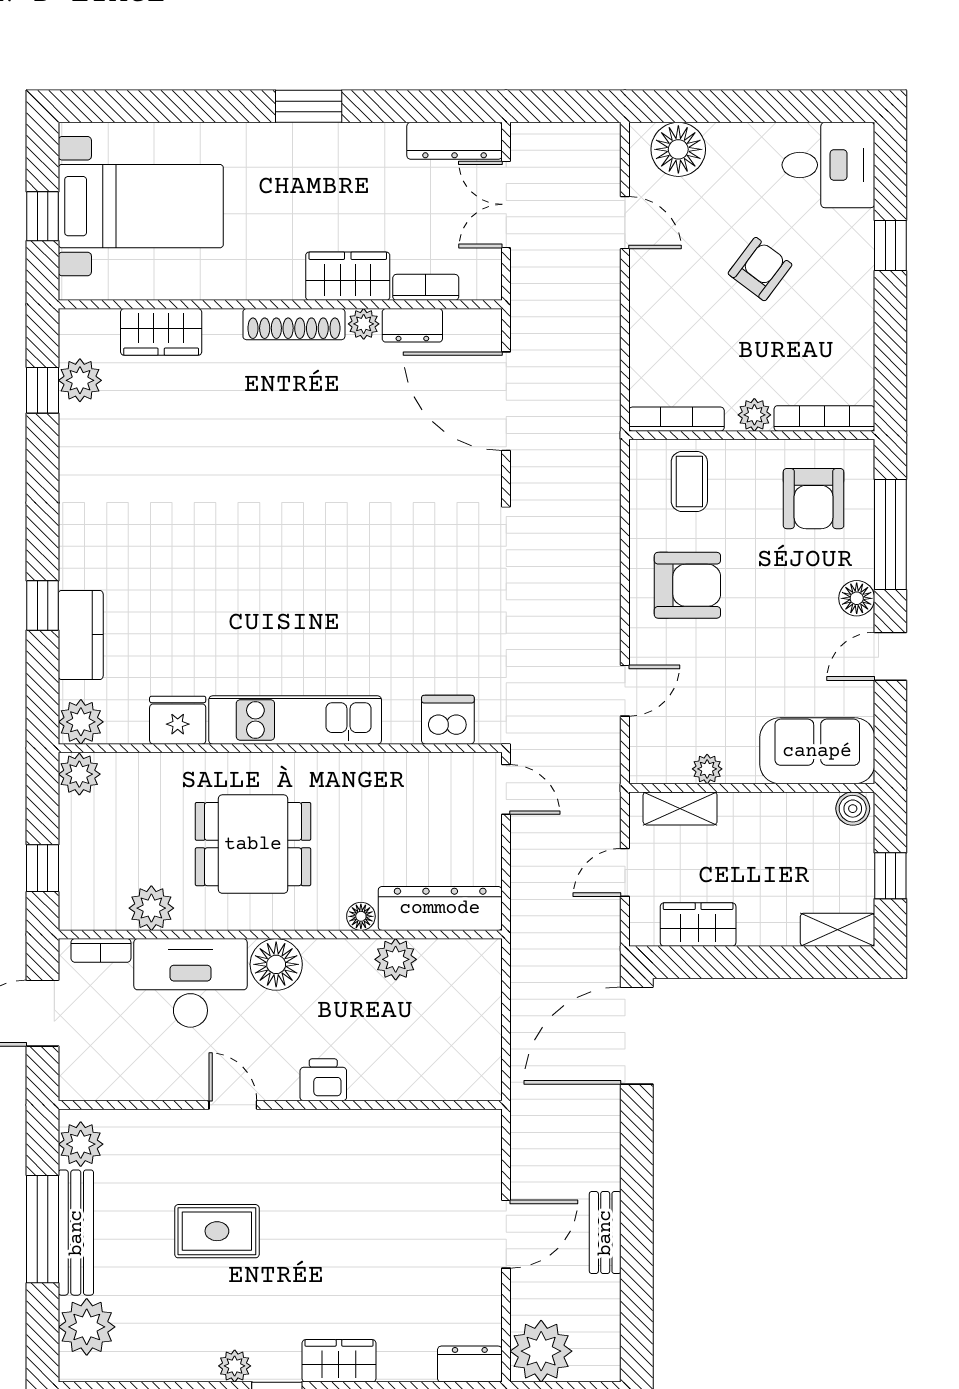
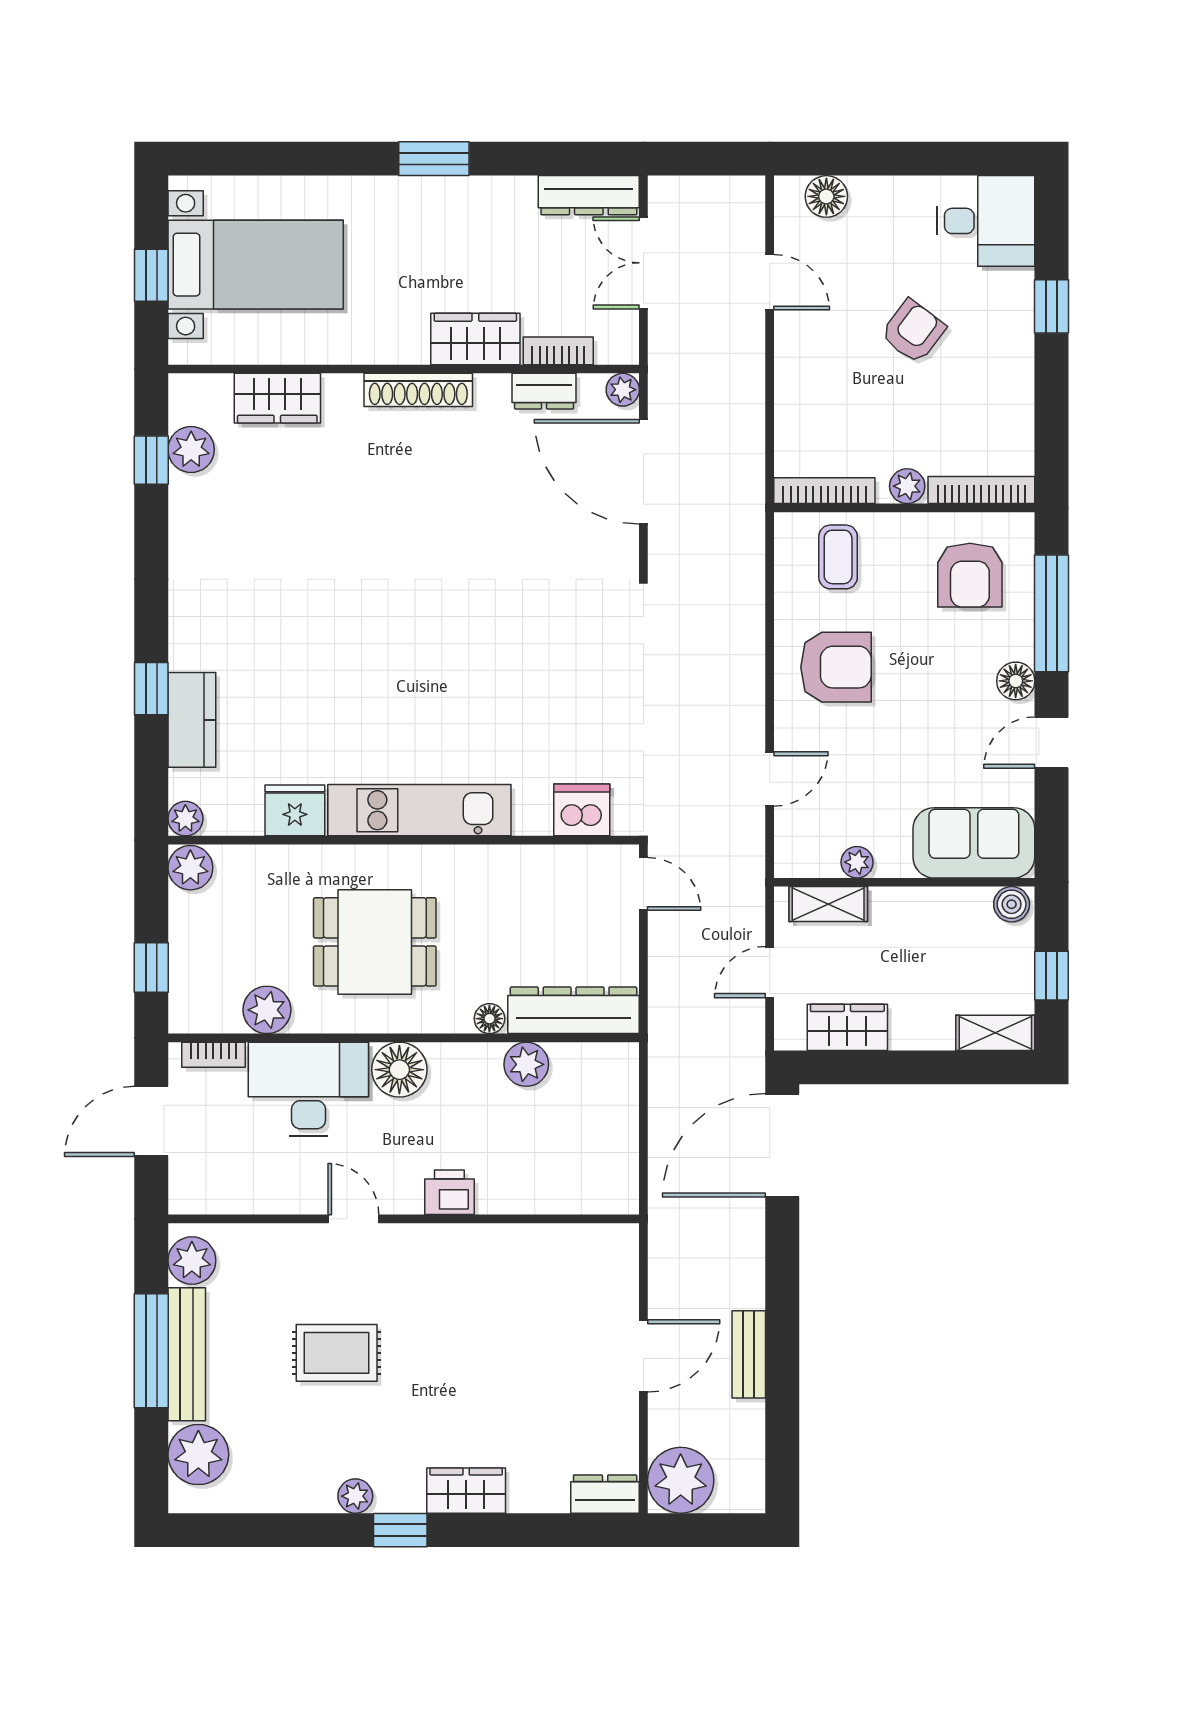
floor lamp: (678, 149) -> (826, 196), width x0.73, depth x0.73
plant: (364, 324) -> (623, 390), moved
plant: (81, 722) -> (185, 819), width x0.73, depth x0.73

